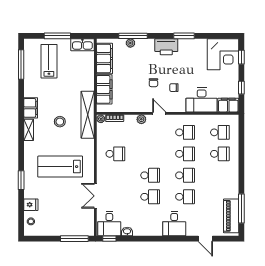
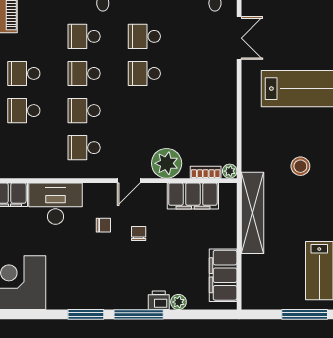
window: (133, 36) -> (139, 314), moved
kitchen sink: (82, 45) -> (261, 299), removed
printer: (166, 47) -> (159, 300), moved, width x0.53, depth x0.68
filing cabinet: (104, 89) -> (193, 196), moved, turned -90
door: (159, 113) -> (129, 181), hinge flipped
shelving: (88, 115) -> (252, 213), moved
plant: (141, 119) -> (167, 163), width x1.87, depth x1.87
school desk: (220, 132) -> (24, 73), moved
school desk: (115, 154) -> (205, 111), removed

